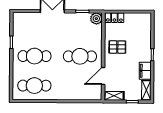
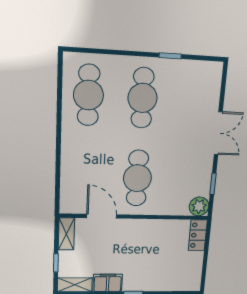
pallet: (117, 47) -> (149, 240), removed

